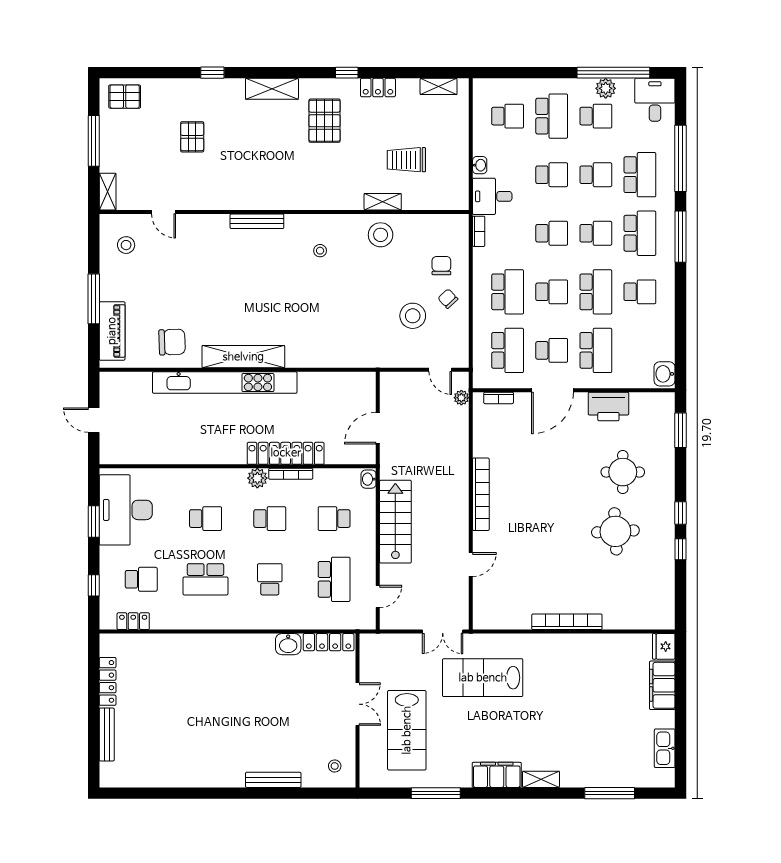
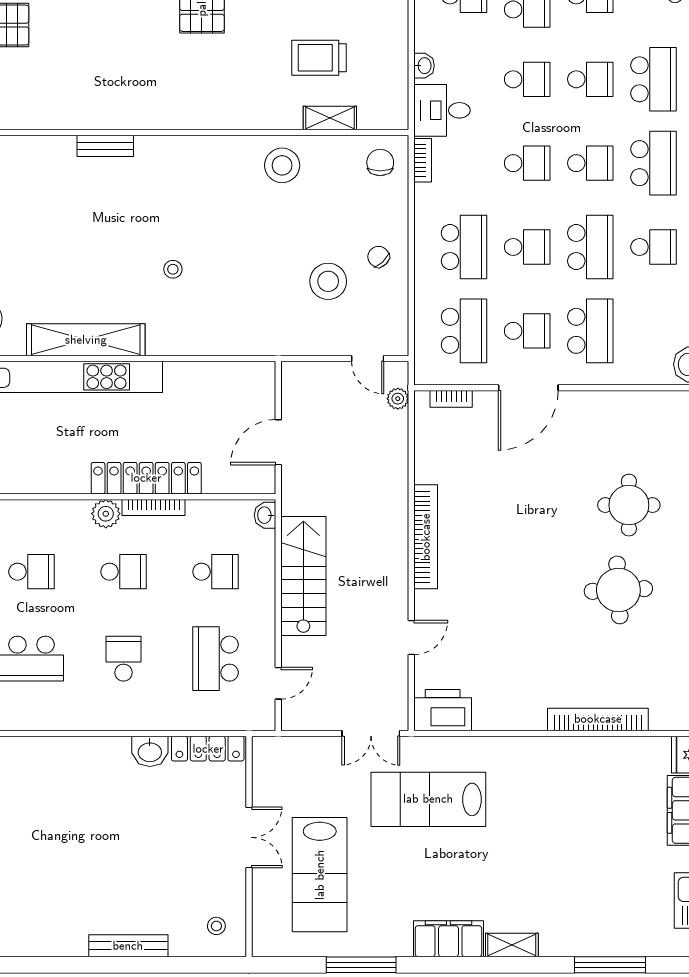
shelving: (383, 202) -> (330, 118), moved
bench: (257, 221) -> (105, 146), width x0.73
stool: (320, 251) -> (173, 269), moved
chair: (441, 266) -> (380, 162), moved
printer: (608, 406) -> (443, 710), moved, turned 180
school desk: (334, 519) -> (216, 572), turned 180
school desk: (334, 579) -> (216, 659), turned 180
bookcase: (567, 622) -> (598, 719), moved

